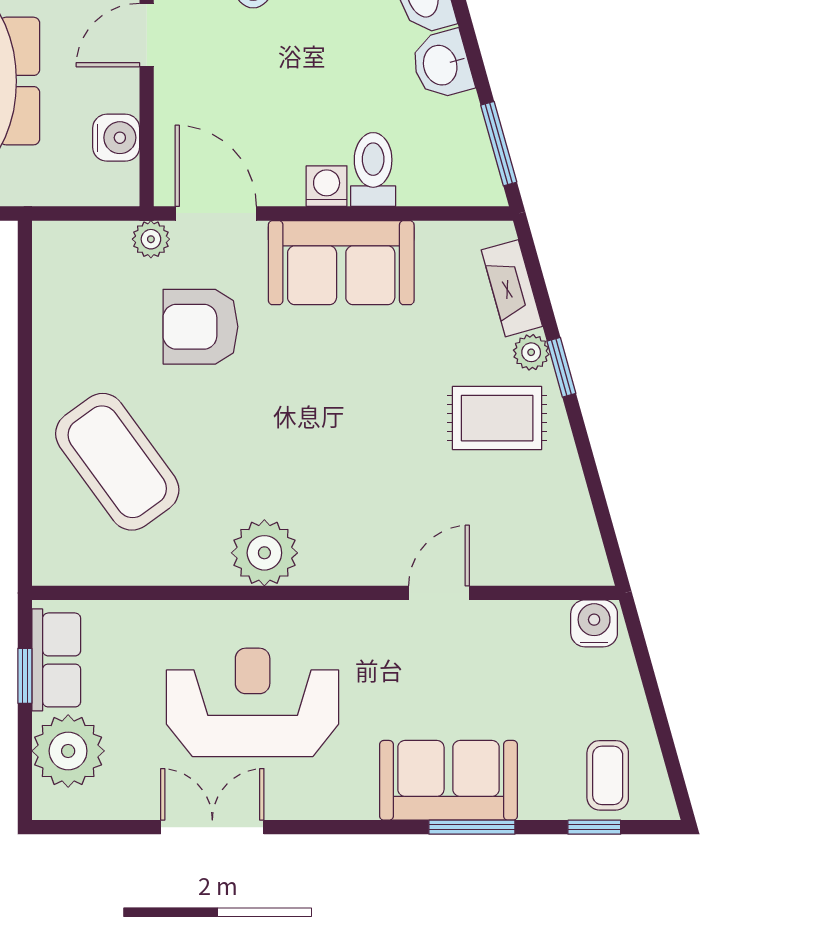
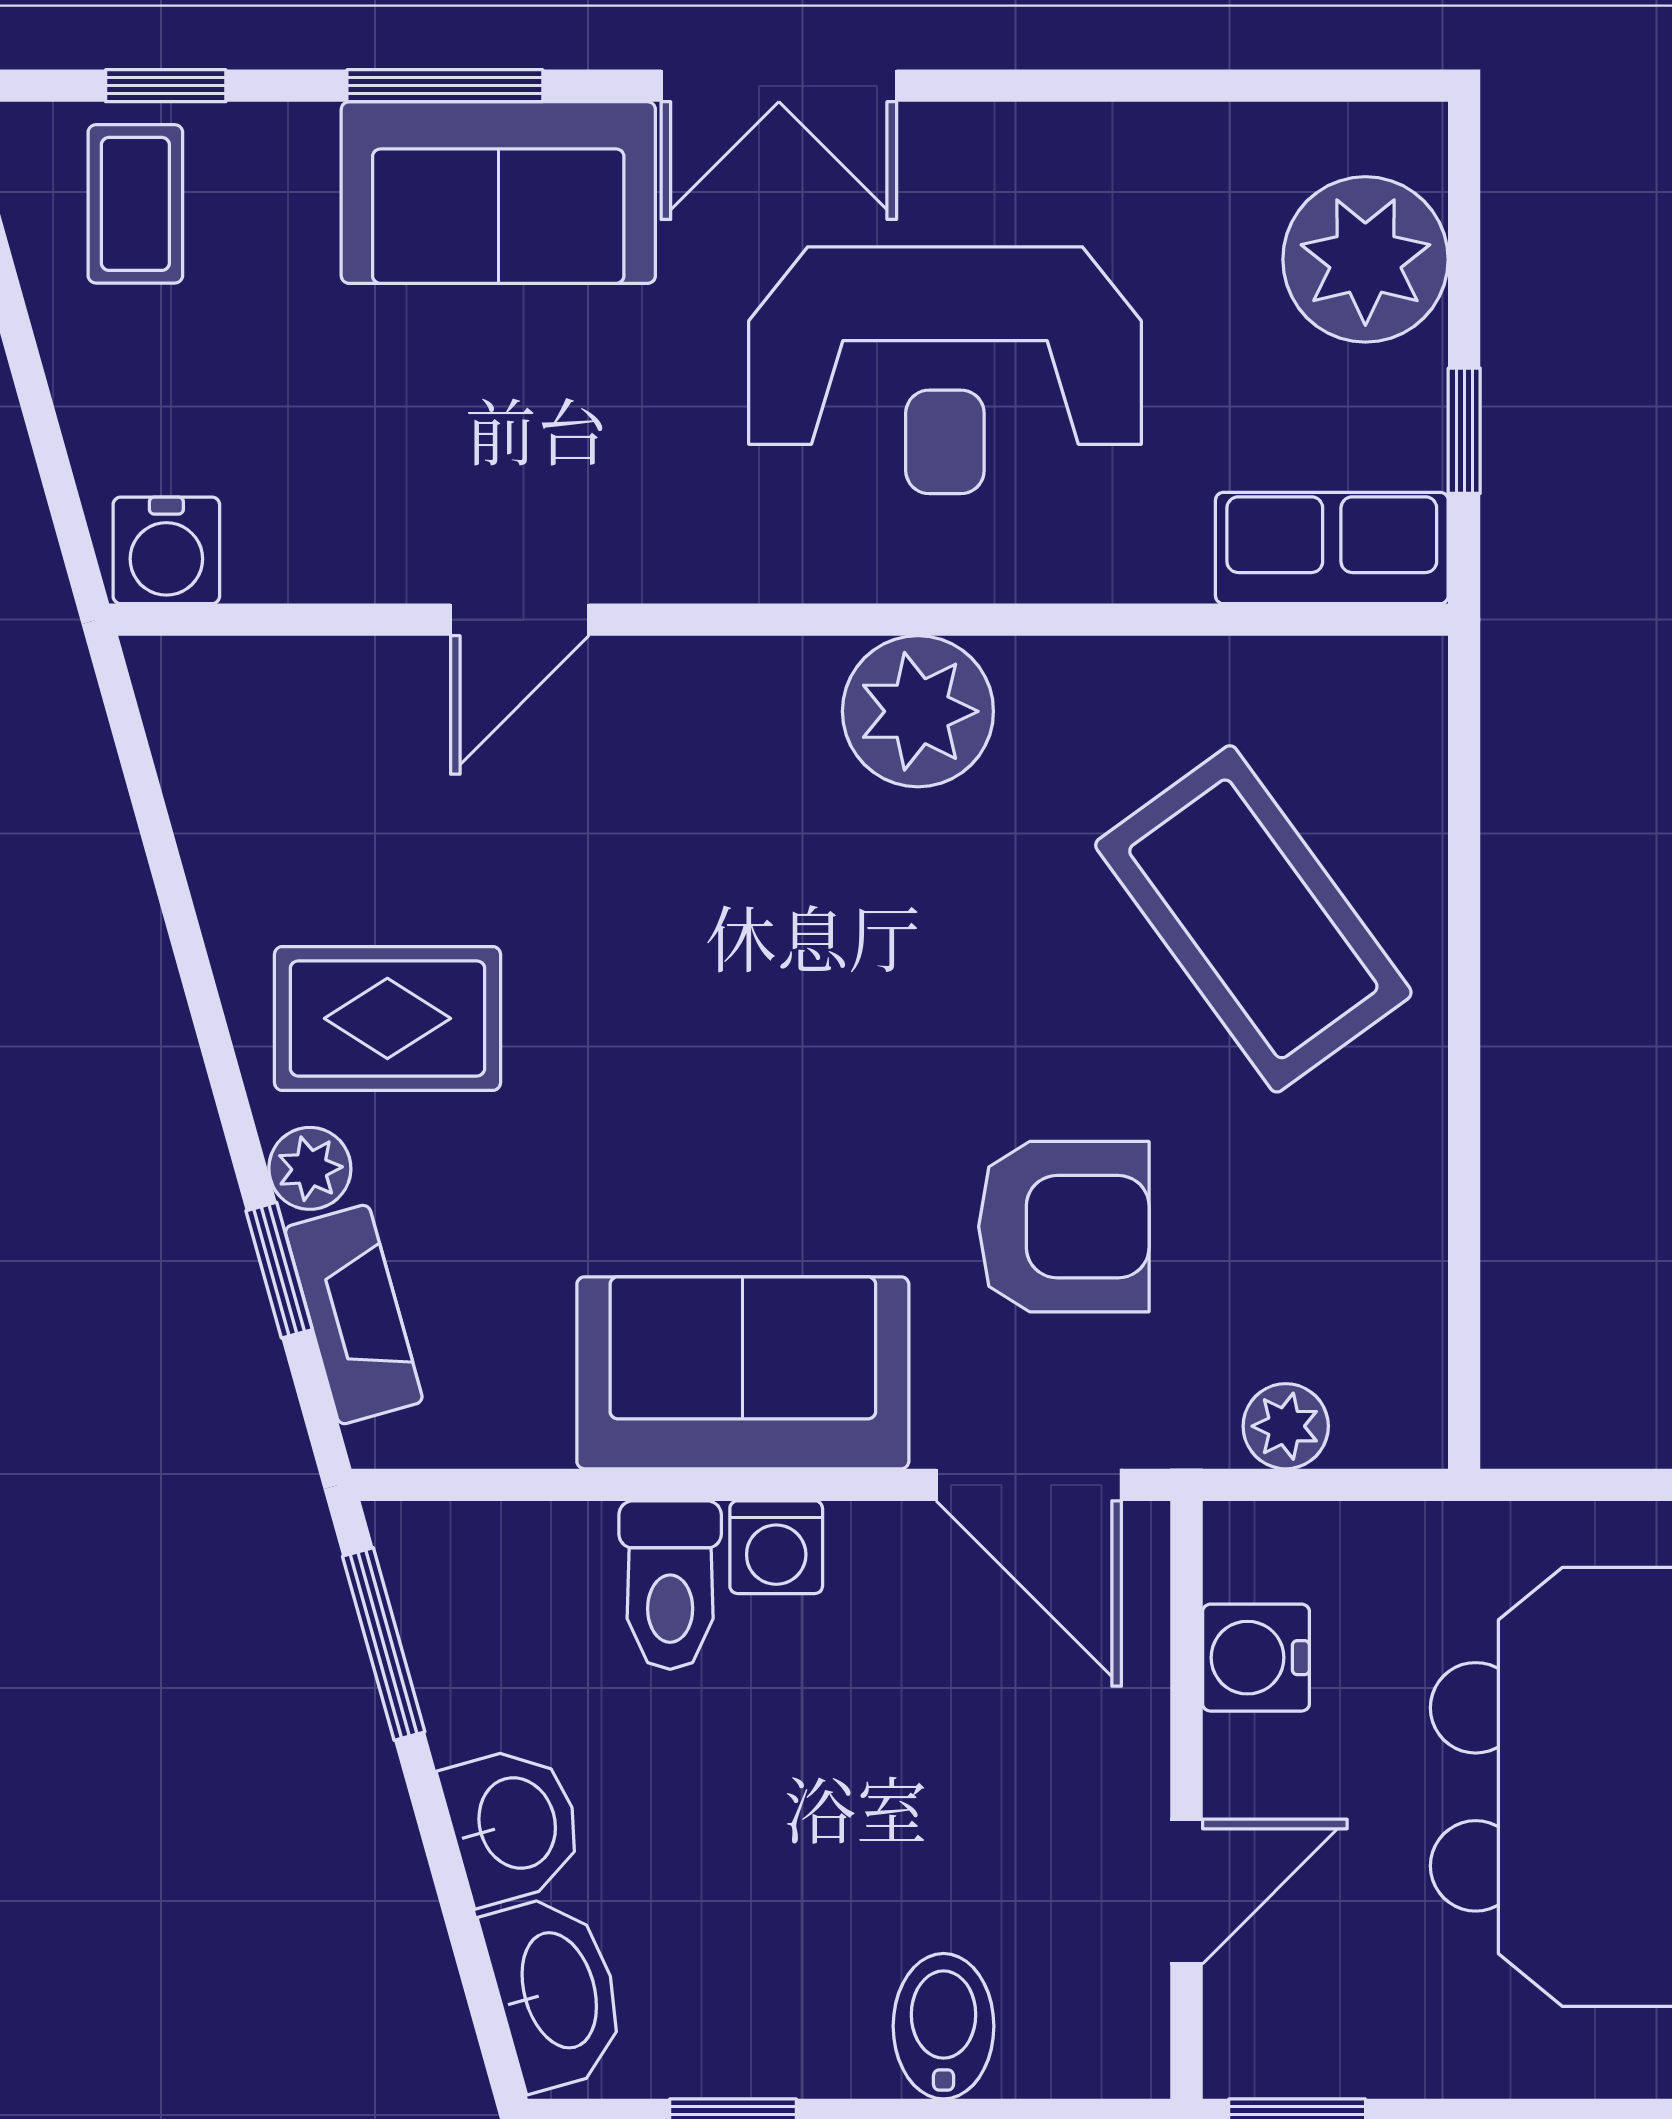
plant: (151, 239) -> (1286, 1426), moved
window: (561, 367) -> (279, 1270), moved
row of seats: (56, 660) -> (1332, 548), moved, turned 90
double door: (212, 827) -> (779, 86), moved

